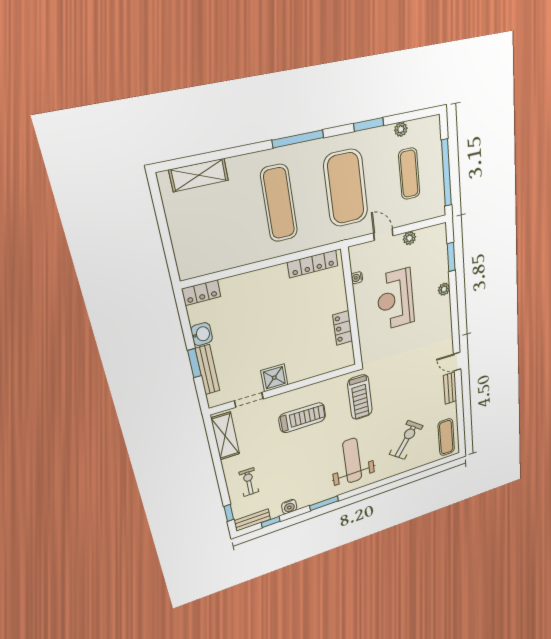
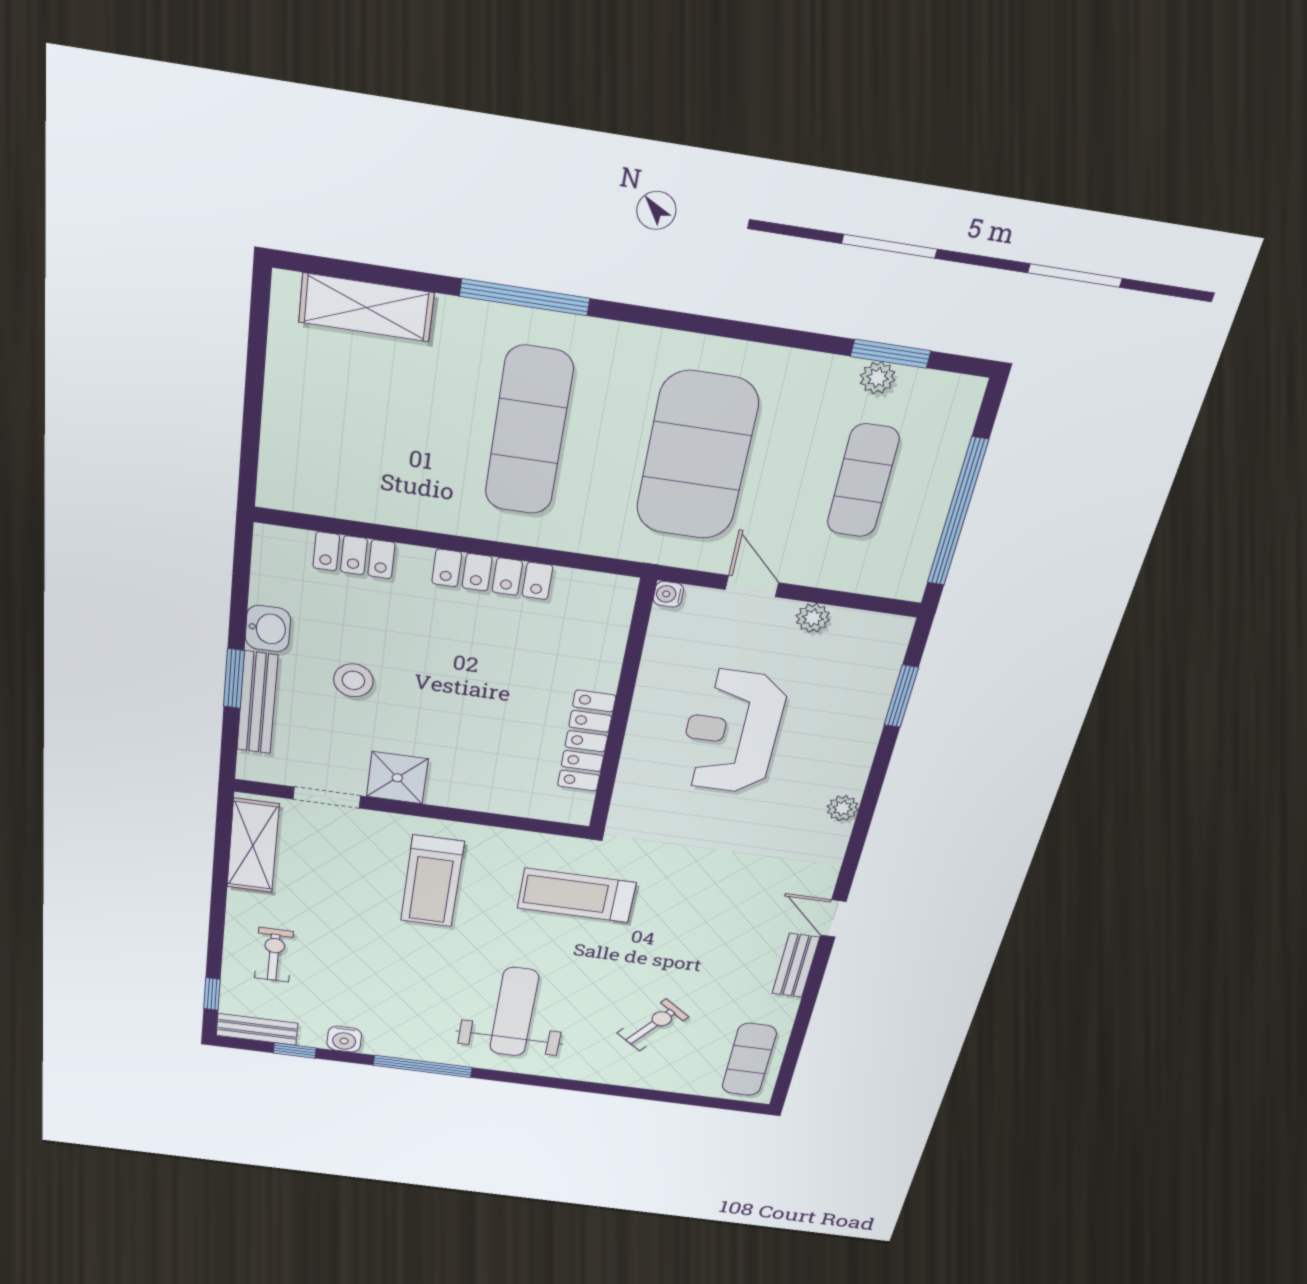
window: (369, 125) -> (891, 354), moved
window: (298, 139) -> (525, 297), moved
locker: (313, 264) -> (492, 574), moved
water cooler: (357, 278) -> (668, 594), moved
plant: (444, 289) -> (843, 808), moved
locker: (201, 293) -> (354, 555), moved
locker: (343, 328) -> (586, 741), width x1.53
stool: (244, 342) -> (353, 680), added
treadmill: (360, 397) -> (577, 895), turned 90
treadmill: (302, 418) -> (432, 881), turned 90
exercise bike: (406, 440) -> (653, 1025), width x0.73, depth x0.72
window: (324, 503) -> (423, 1066), width x1.44

